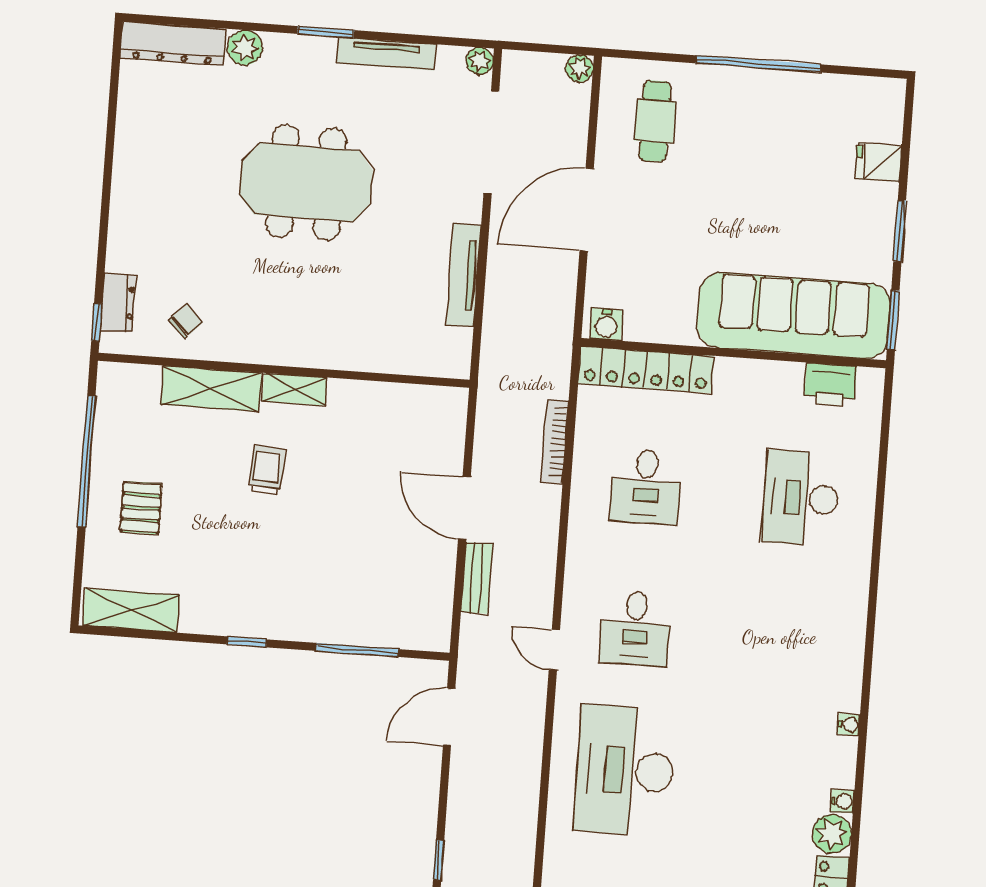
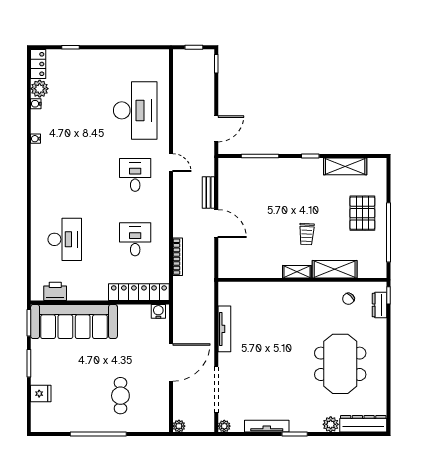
cafe table: (655, 121) -> (120, 396), moved
meeting table: (306, 182) -> (340, 364), moved, turned 90
pallet: (141, 508) -> (362, 213), width x1.50, depth x1.42
shelving: (131, 610) -> (345, 166), moved

